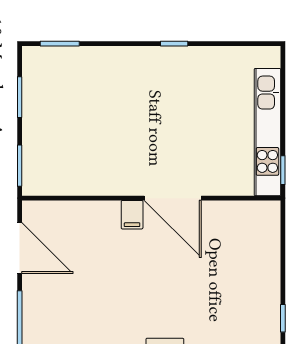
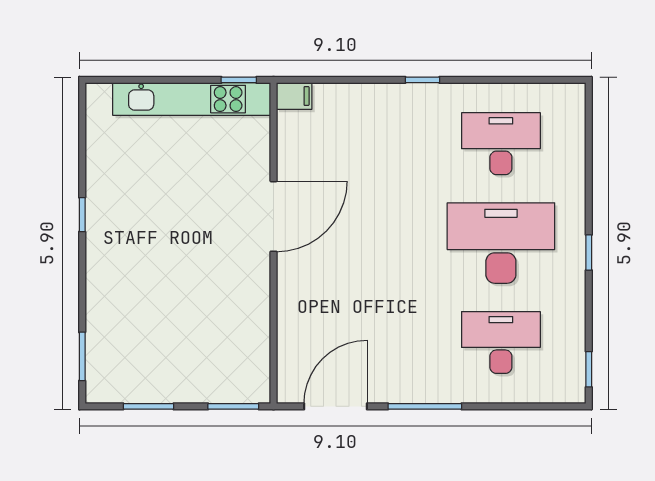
filing cabinet: (132, 215) -> (294, 96), moved

